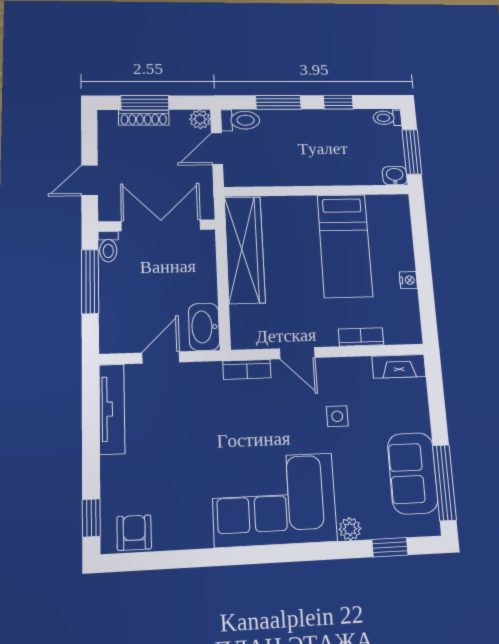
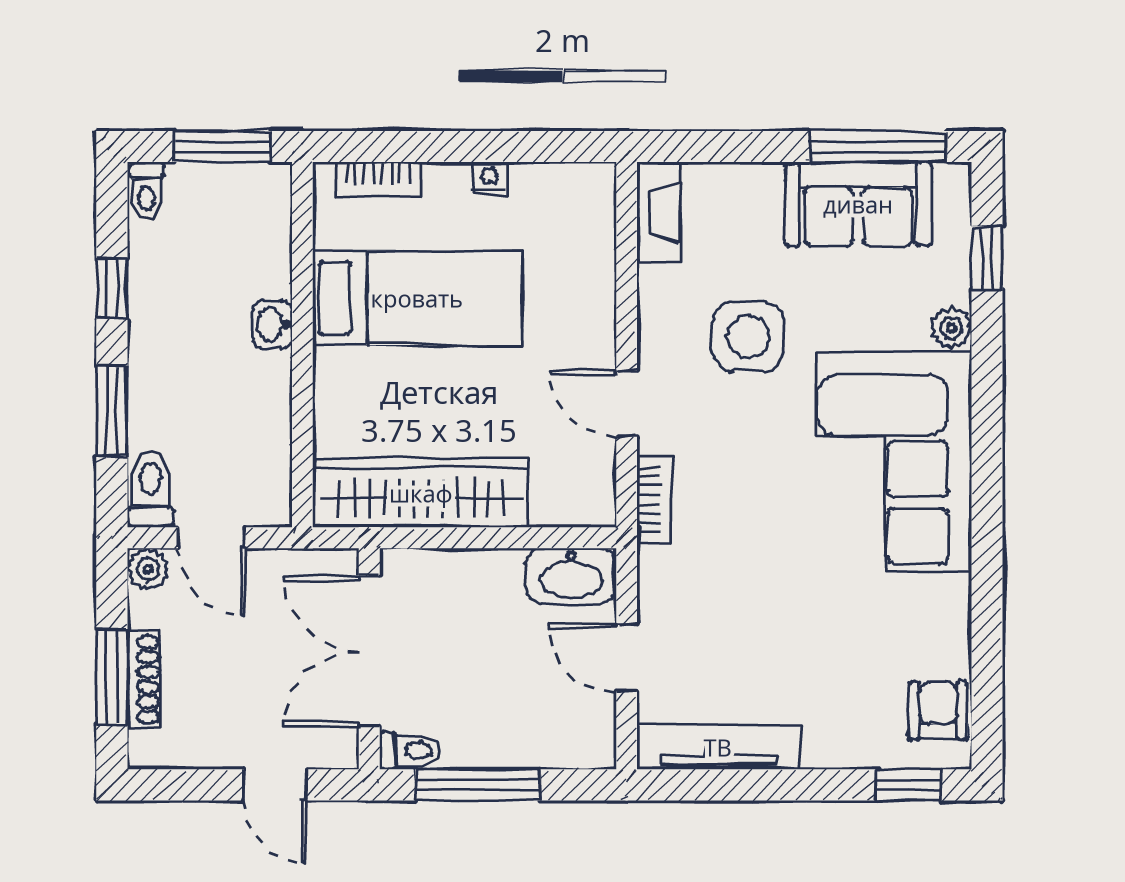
washbasin: (395, 176) -> (272, 324), moved
bookcase: (361, 337) -> (378, 179), moved, turned -90
door: (297, 353) -> (627, 404), swing flipped
side table: (337, 416) -> (748, 337), width x1.87, depth x1.87
armchair: (134, 533) -> (938, 711), turned 90

